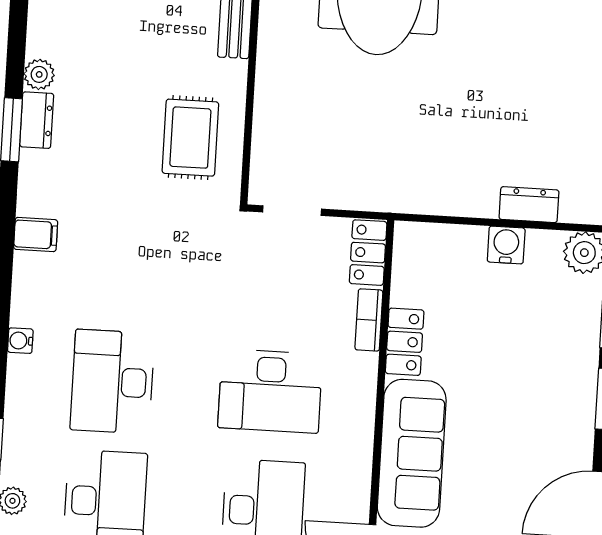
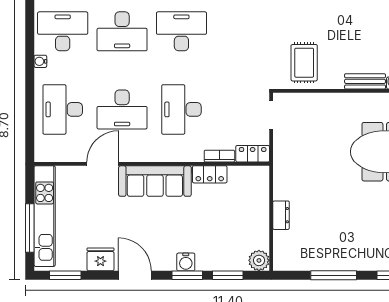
rug: (190, 138) -> (304, 63), turned 90
dresser: (529, 205) -> (281, 215), moved
water cooler: (506, 245) -> (186, 262), moved, turned 90

